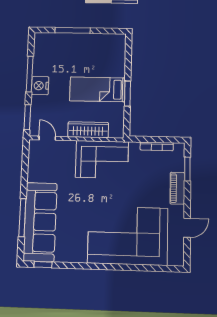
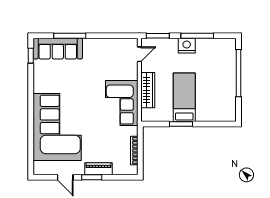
window: (73, 30) -> (238, 73), width x1.46
window: (187, 169) -> (92, 177), moved
sofa: (40, 222) -> (58, 49), width x0.74, depth x0.79

